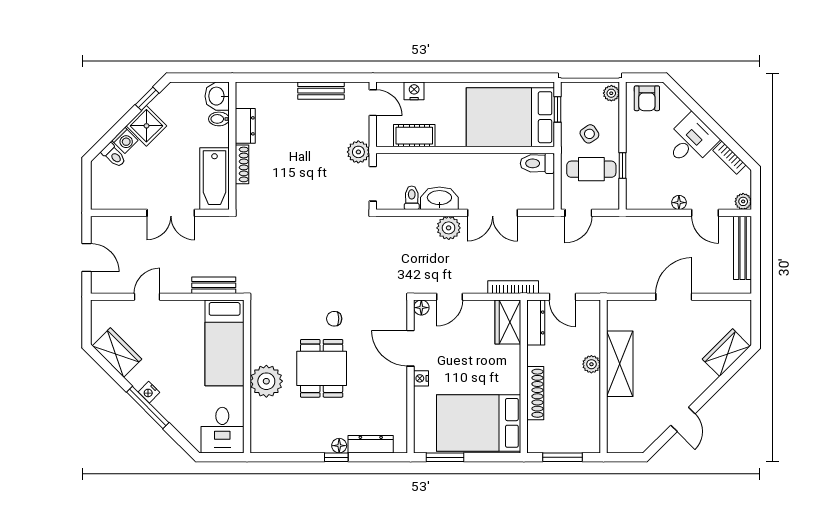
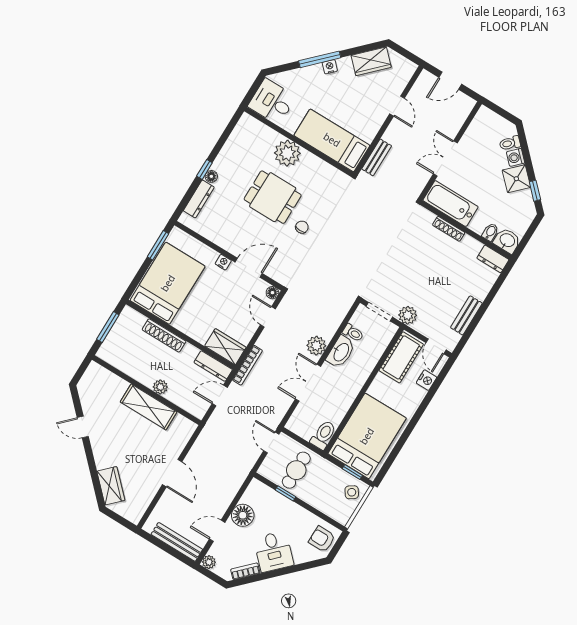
plant: (611, 93) -> (341, 516), removed
door: (373, 103) -> (436, 346), hinge flipped
dresser: (245, 126) -> (493, 259), moved
side table: (589, 134) -> (352, 492), moved
cot: (414, 136) -> (401, 357), width x1.37, depth x1.34
floor lamp: (679, 203) -> (243, 515), width x1.89, depth x1.89

